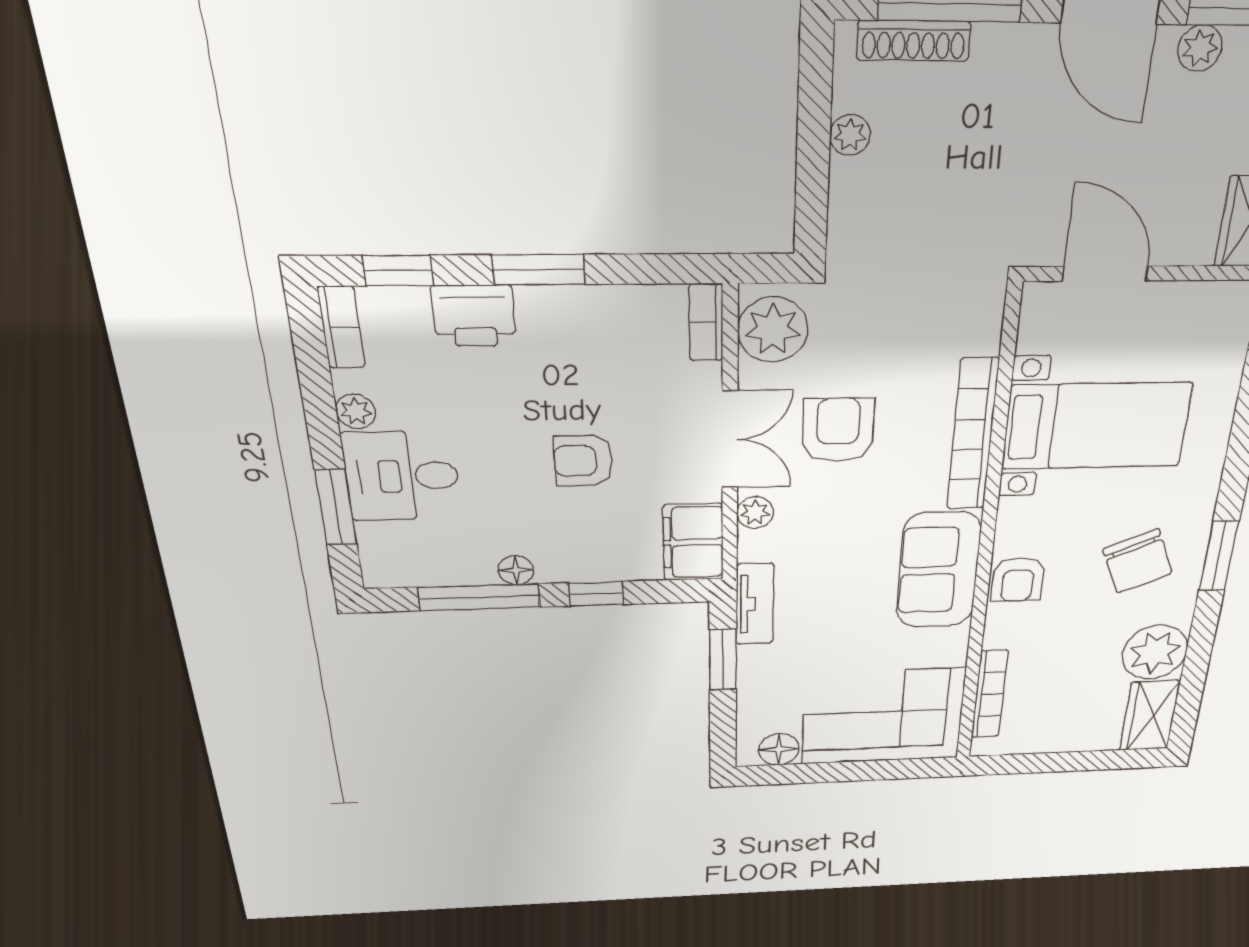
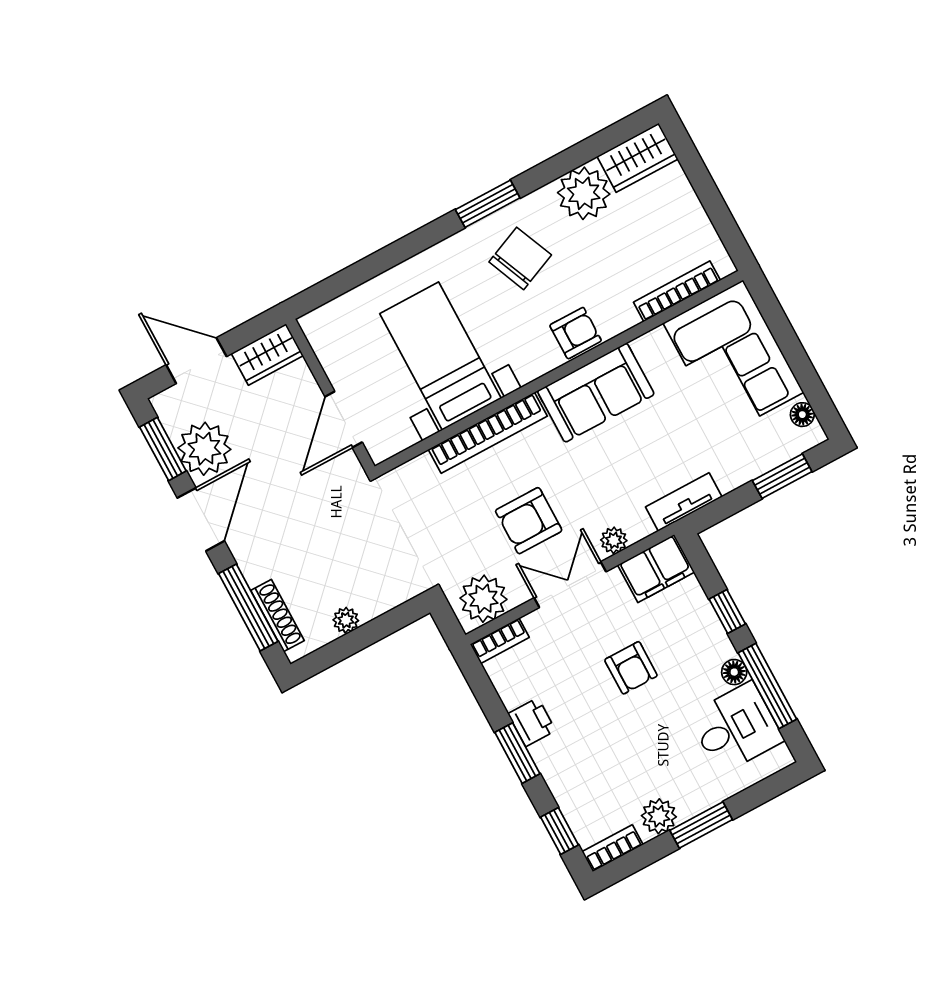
plant: (1200, 48) -> (204, 449), width x1.88, depth x1.88
printer: (474, 316) -> (532, 722), moved, width x0.73, depth x0.81
plant: (356, 411) -> (659, 816), width x1.38, depth x1.38
desk: (402, 476) -> (736, 728), moved, turned -90
window: (336, 507) -> (701, 825), moved
window: (723, 660) -> (782, 476), moved
floor lamp: (779, 749) -> (802, 415), width x0.73, depth x0.73

